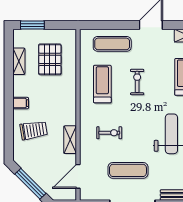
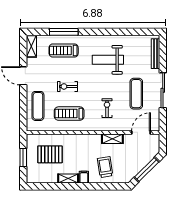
window: (32, 25) -> (23, 157), moved
shelving: (19, 61) -> (68, 179), moved
door: (78, 176) -> (141, 132), swing flipped

